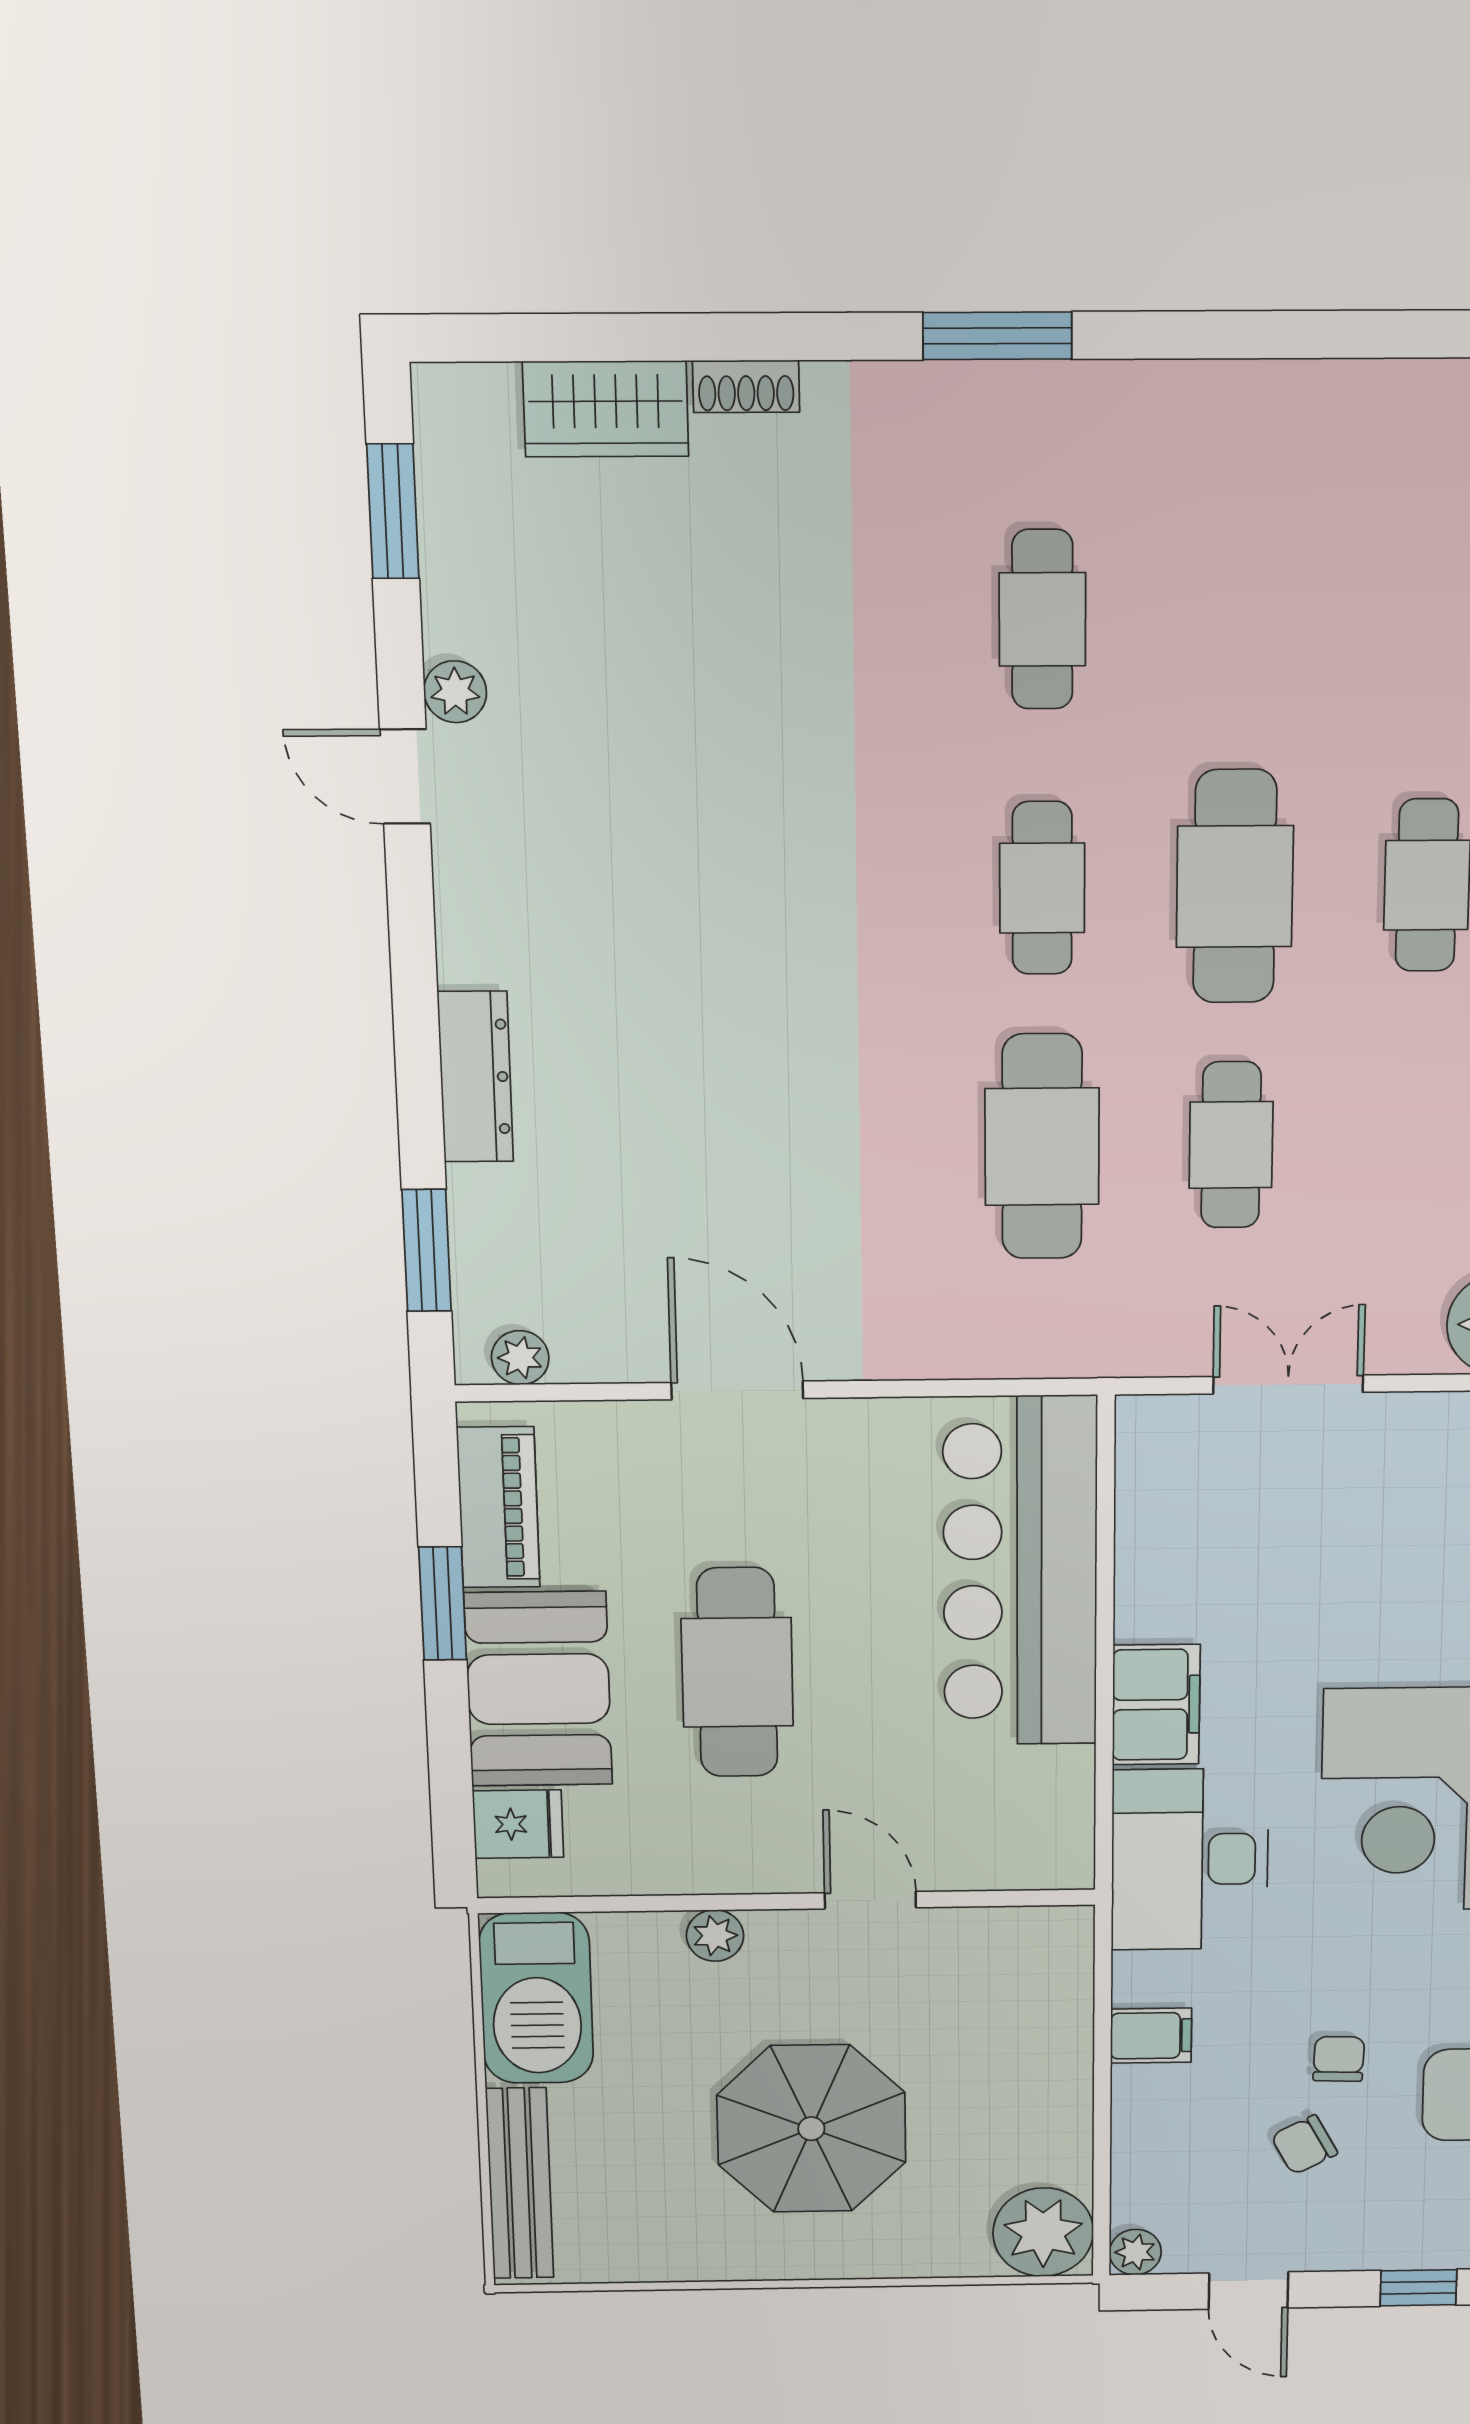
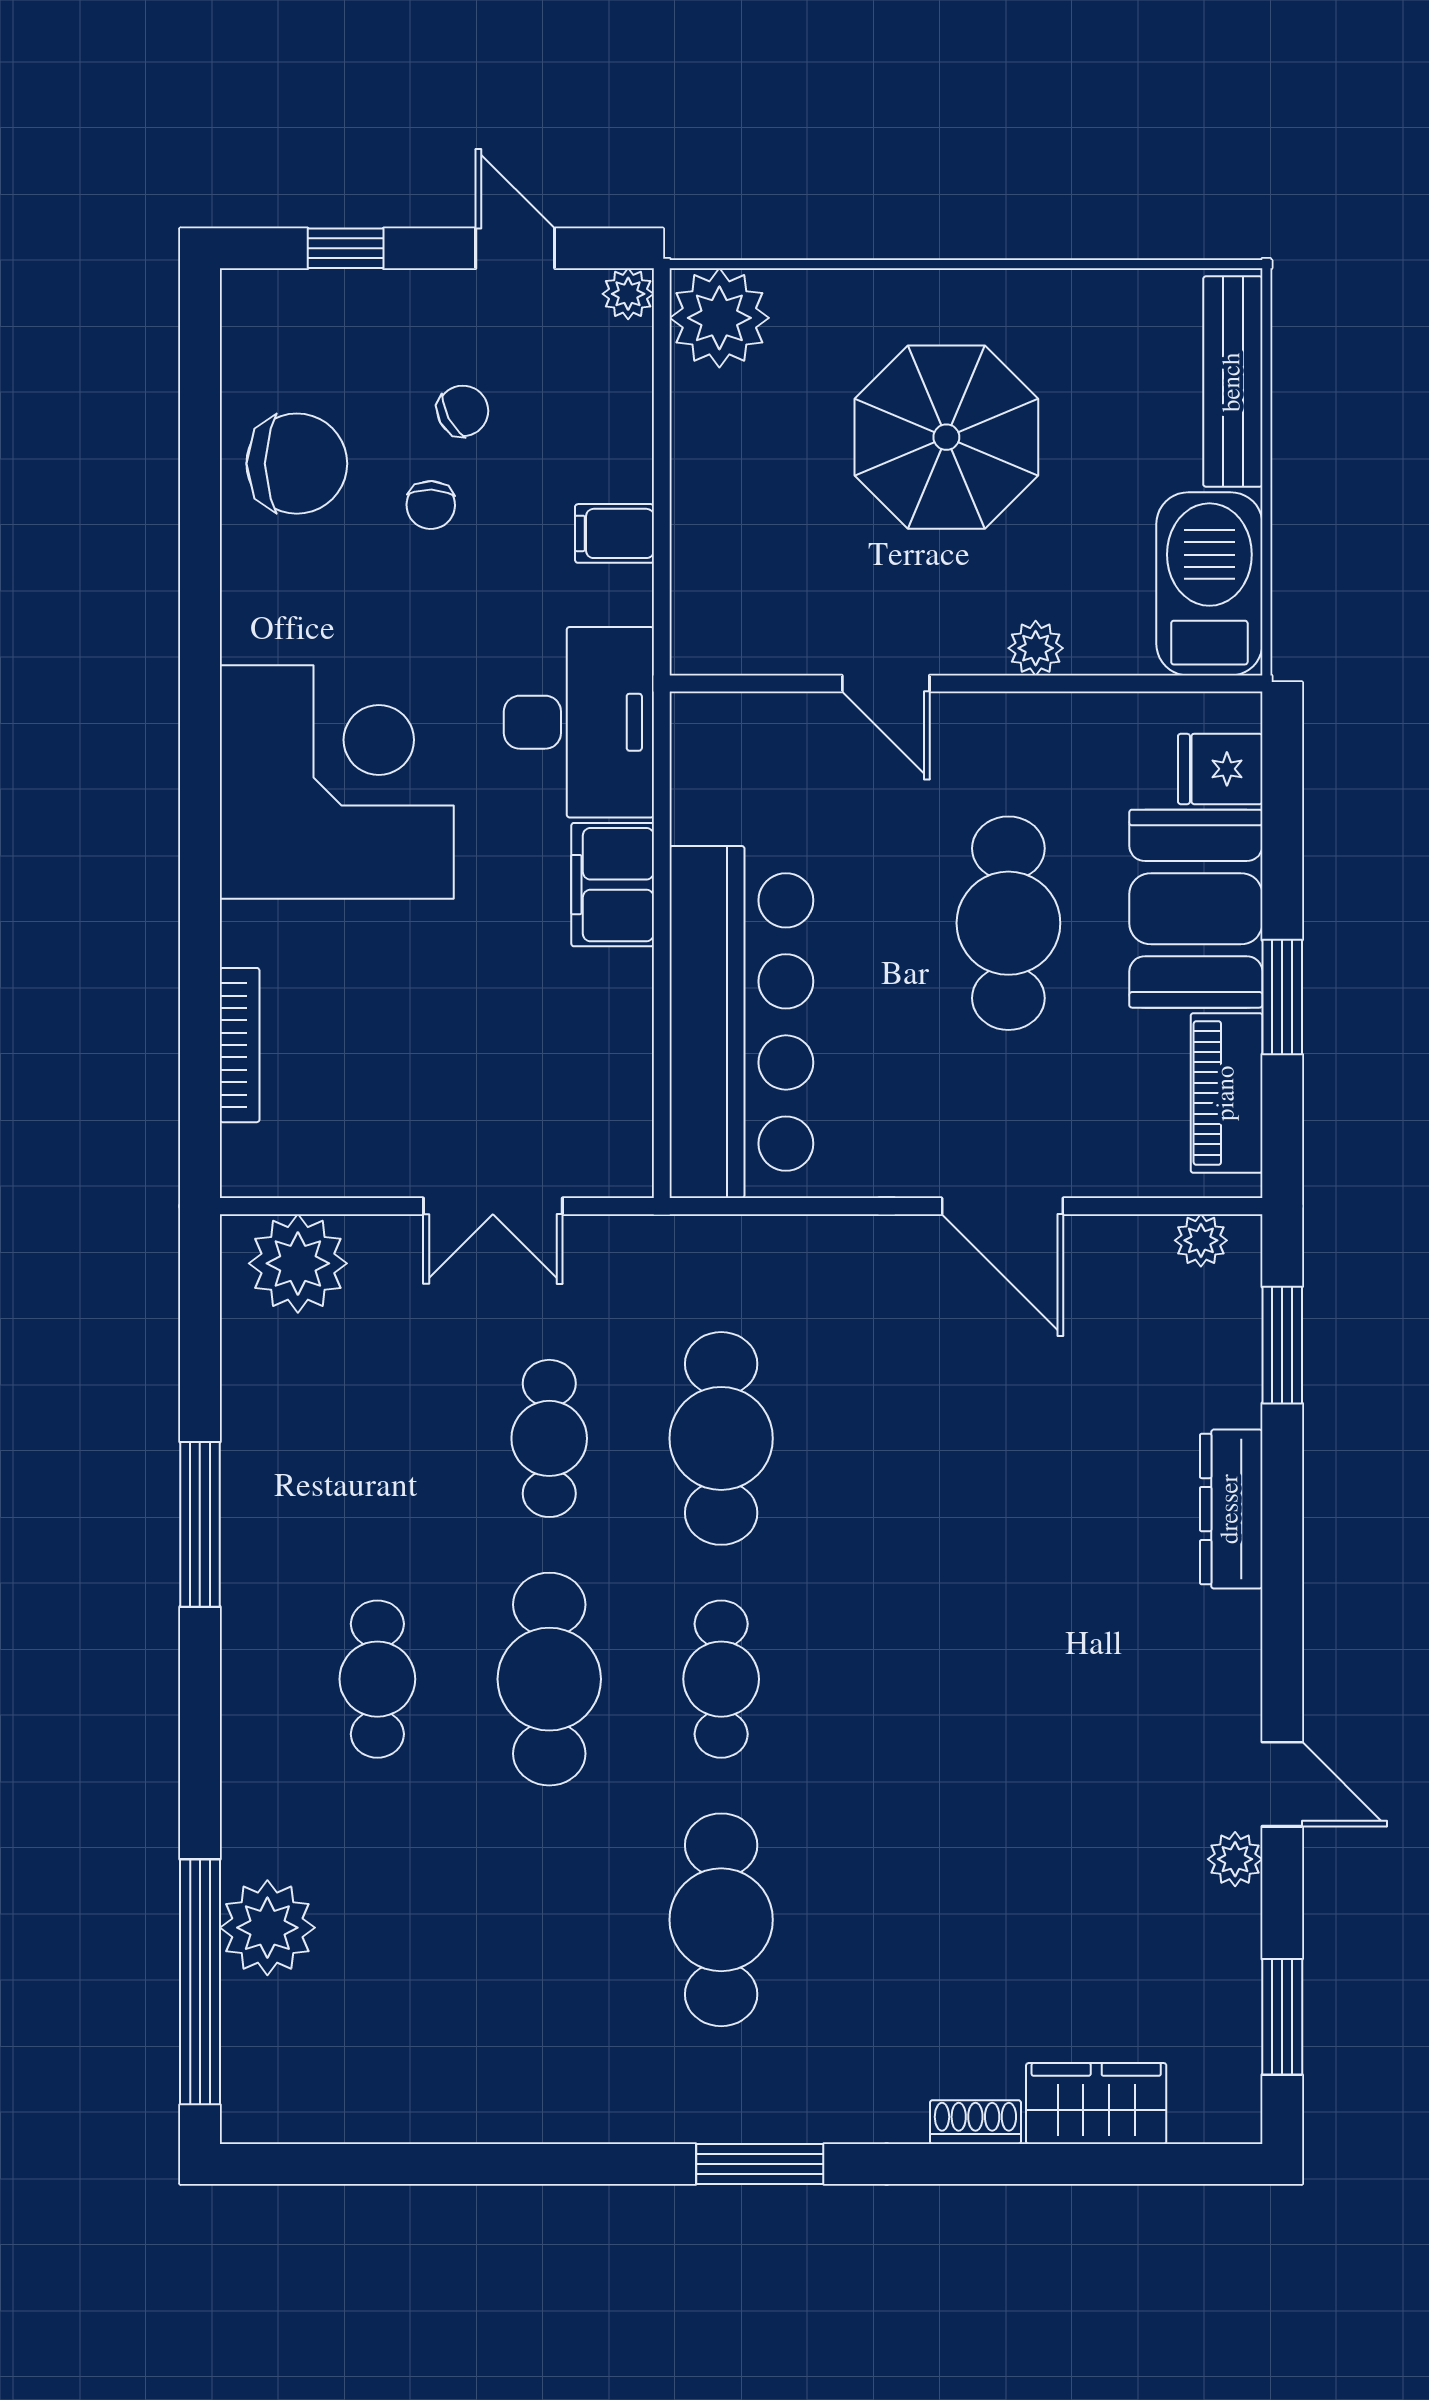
cafe table: (1042, 619) -> (721, 1920), width x1.37, depth x1.35

